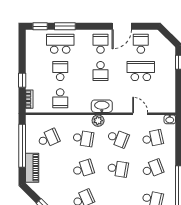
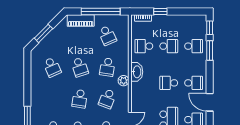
school desk: (60, 44) -> (194, 46), width x0.54
washbasin: (102, 106) -> (137, 72), moved

